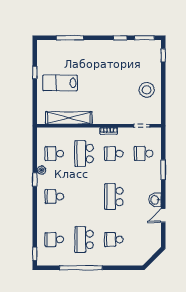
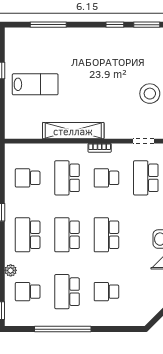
lab bench: (60, 83) -> (35, 84), turned 180
shelving: (69, 118) -> (73, 131), moved
school desk: (144, 154) -> (146, 178), width x1.85
plant: (41, 170) -> (11, 270), moved
school desk: (54, 197) -> (28, 235), width x1.85
school desk: (84, 197) -> (67, 235), added

